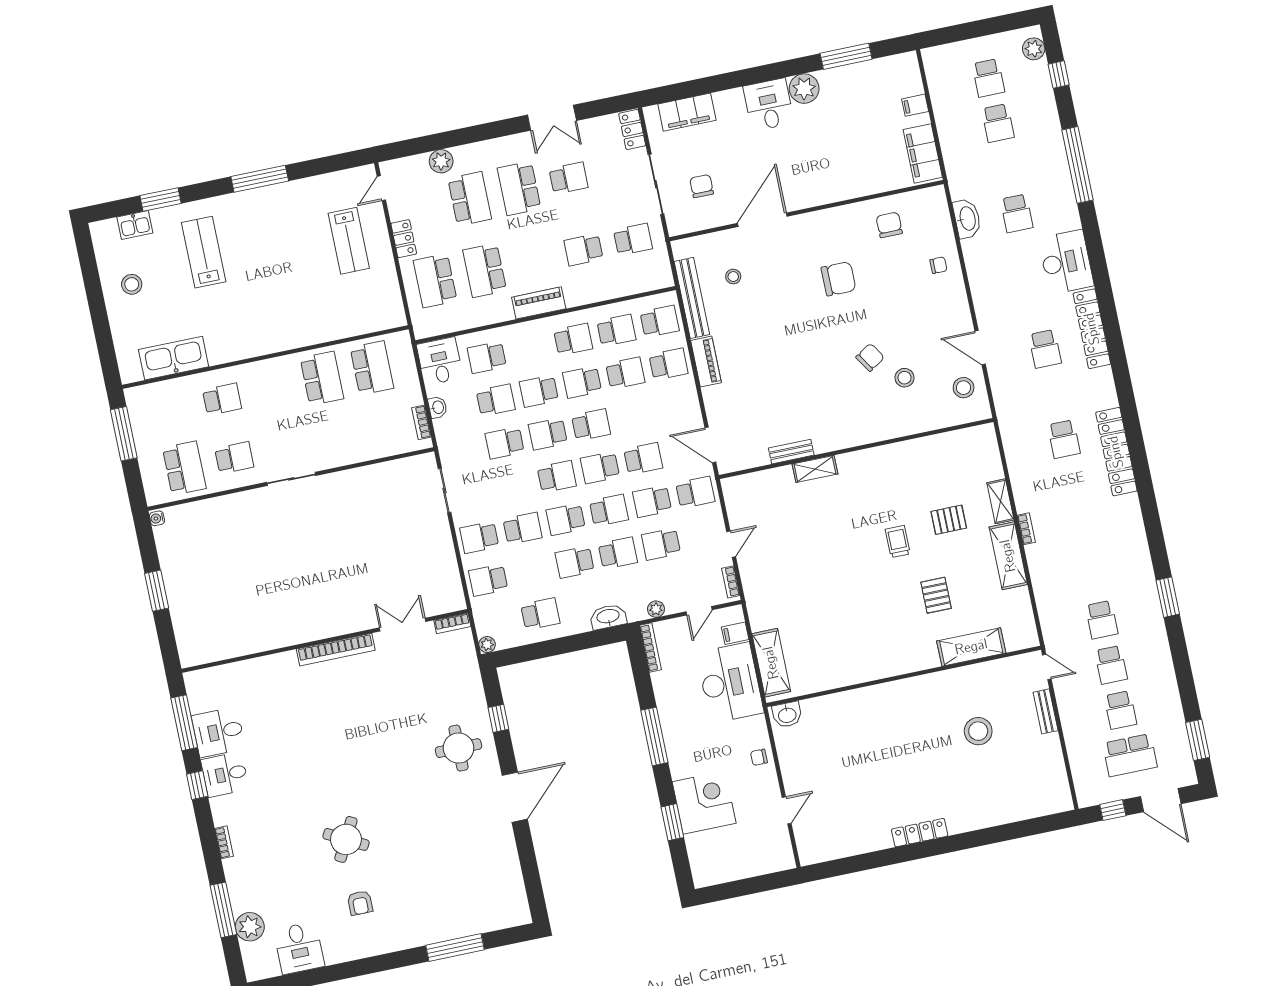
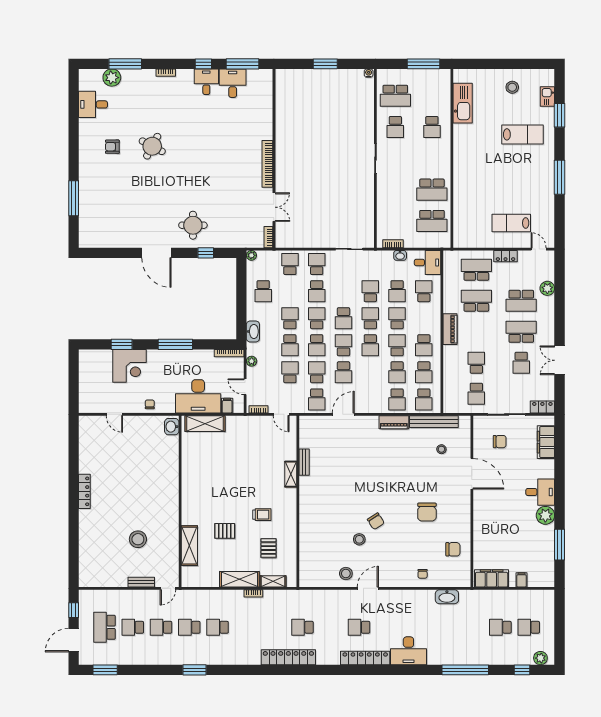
school desk: (1017, 213) -> (218, 627), moved
wall: (856, 449) -> (298, 501), moved
bench: (791, 452) -> (304, 462), moved
shelving: (815, 469) -> (291, 474), moved

